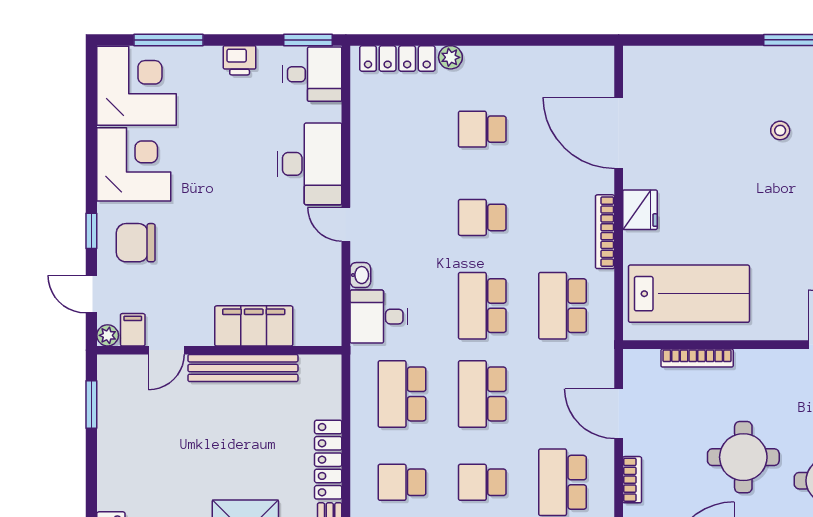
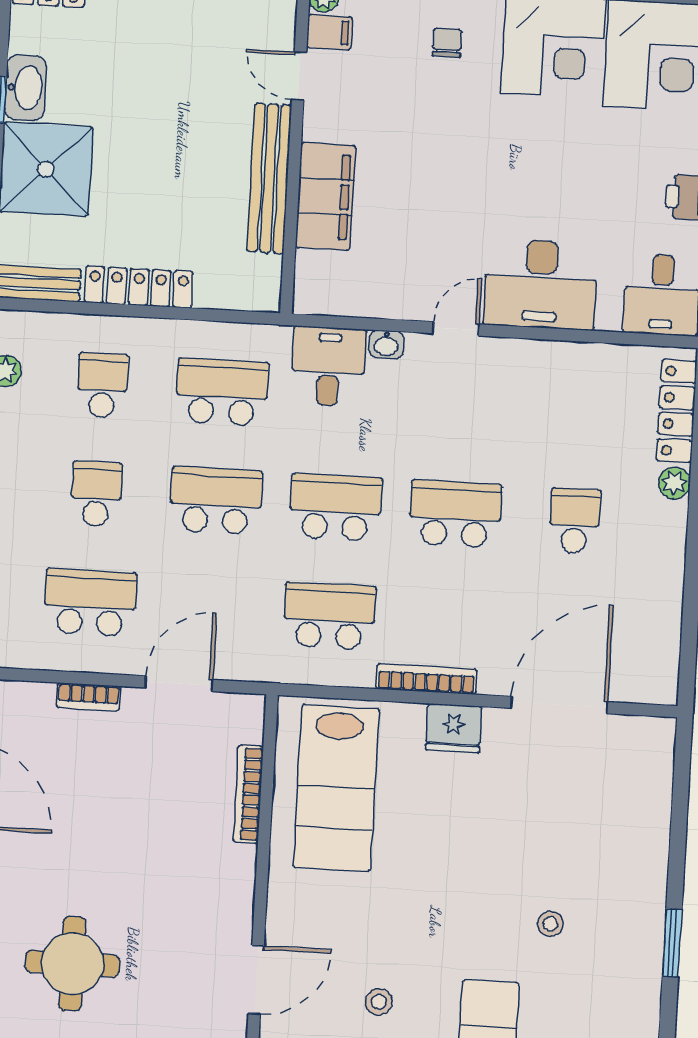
school desk: (482, 217) -> (455, 514), width x1.85
chair: (136, 243) -> (447, 43), width x0.54, depth x0.54
round table: (743, 457) -> (111, 849), removed

